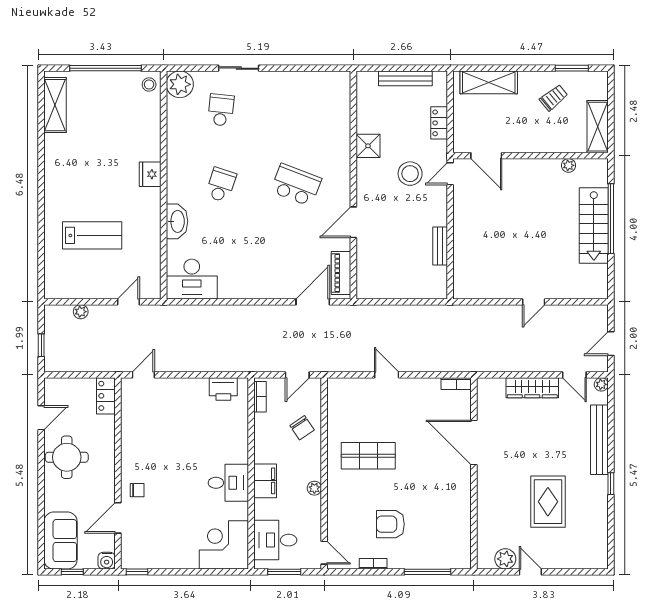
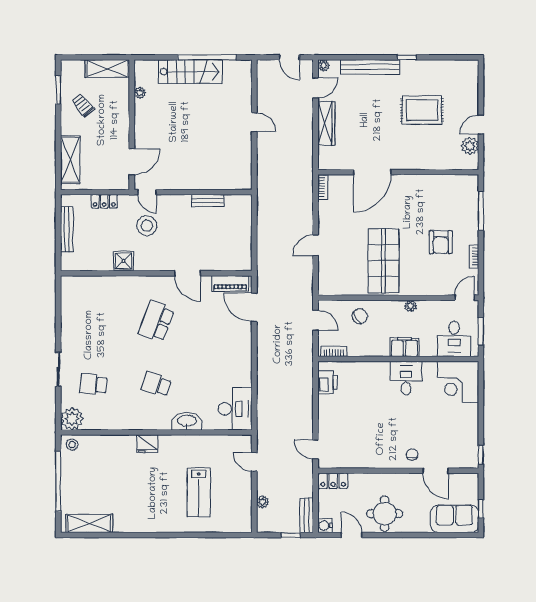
window: (611, 219) -> (207, 57), moved
lab bench: (92, 235) -> (199, 492), turned 180
bench: (65, 364) -> (307, 515), added
shop shelf: (368, 456) -> (383, 261), width x1.43, depth x1.36
water cooler: (107, 561) -> (325, 526), moved, turned 180

